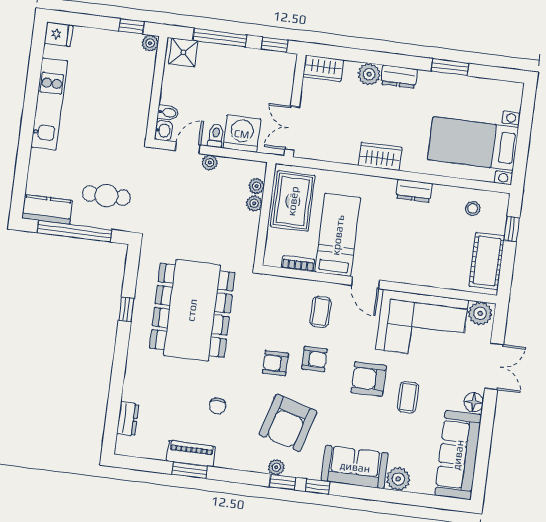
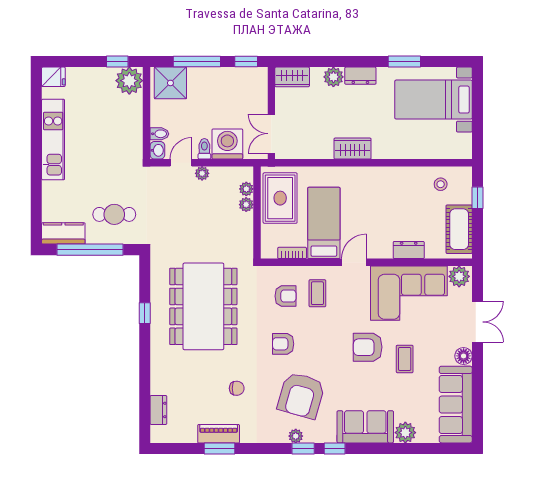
plant: (150, 43) -> (129, 81), width x1.88, depth x1.88
shower: (183, 52) -> (170, 83), width x1.36, depth x1.36
bed with nightstands: (473, 144) -> (434, 100), moved
dresser: (414, 191) -> (409, 250), moved, turned 180
door: (365, 283) -> (354, 262), swing flipped
armchair: (314, 359) -> (285, 296), moved
chair: (218, 406) -> (237, 388), turned -85

